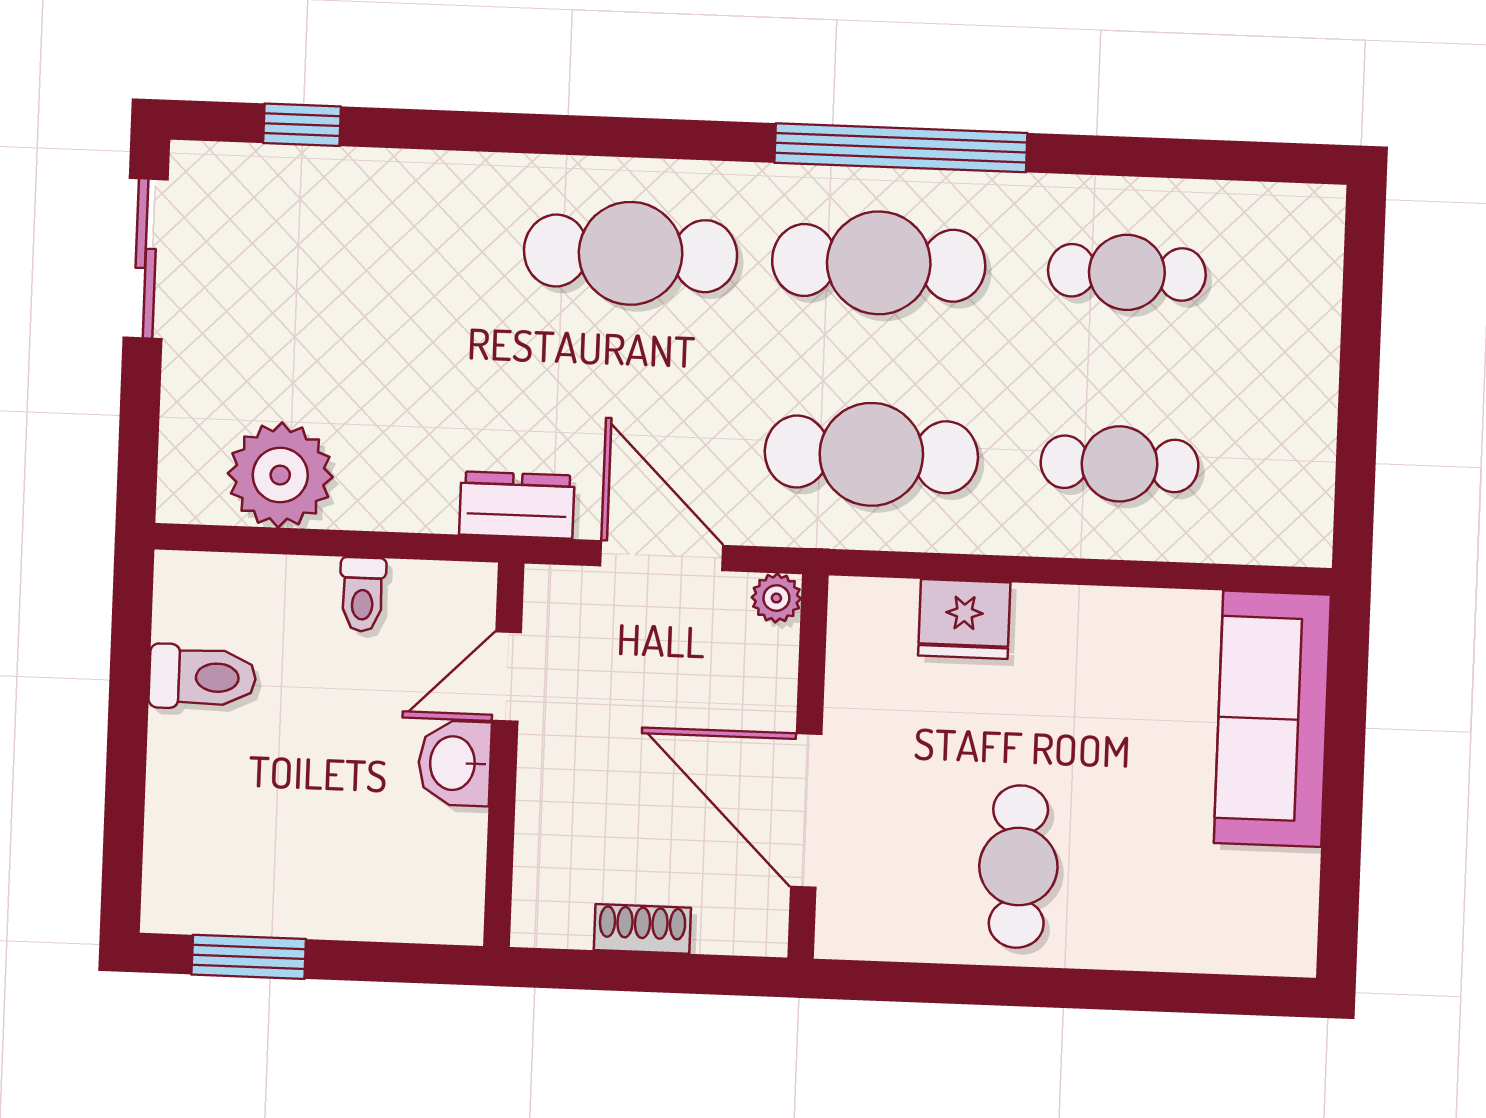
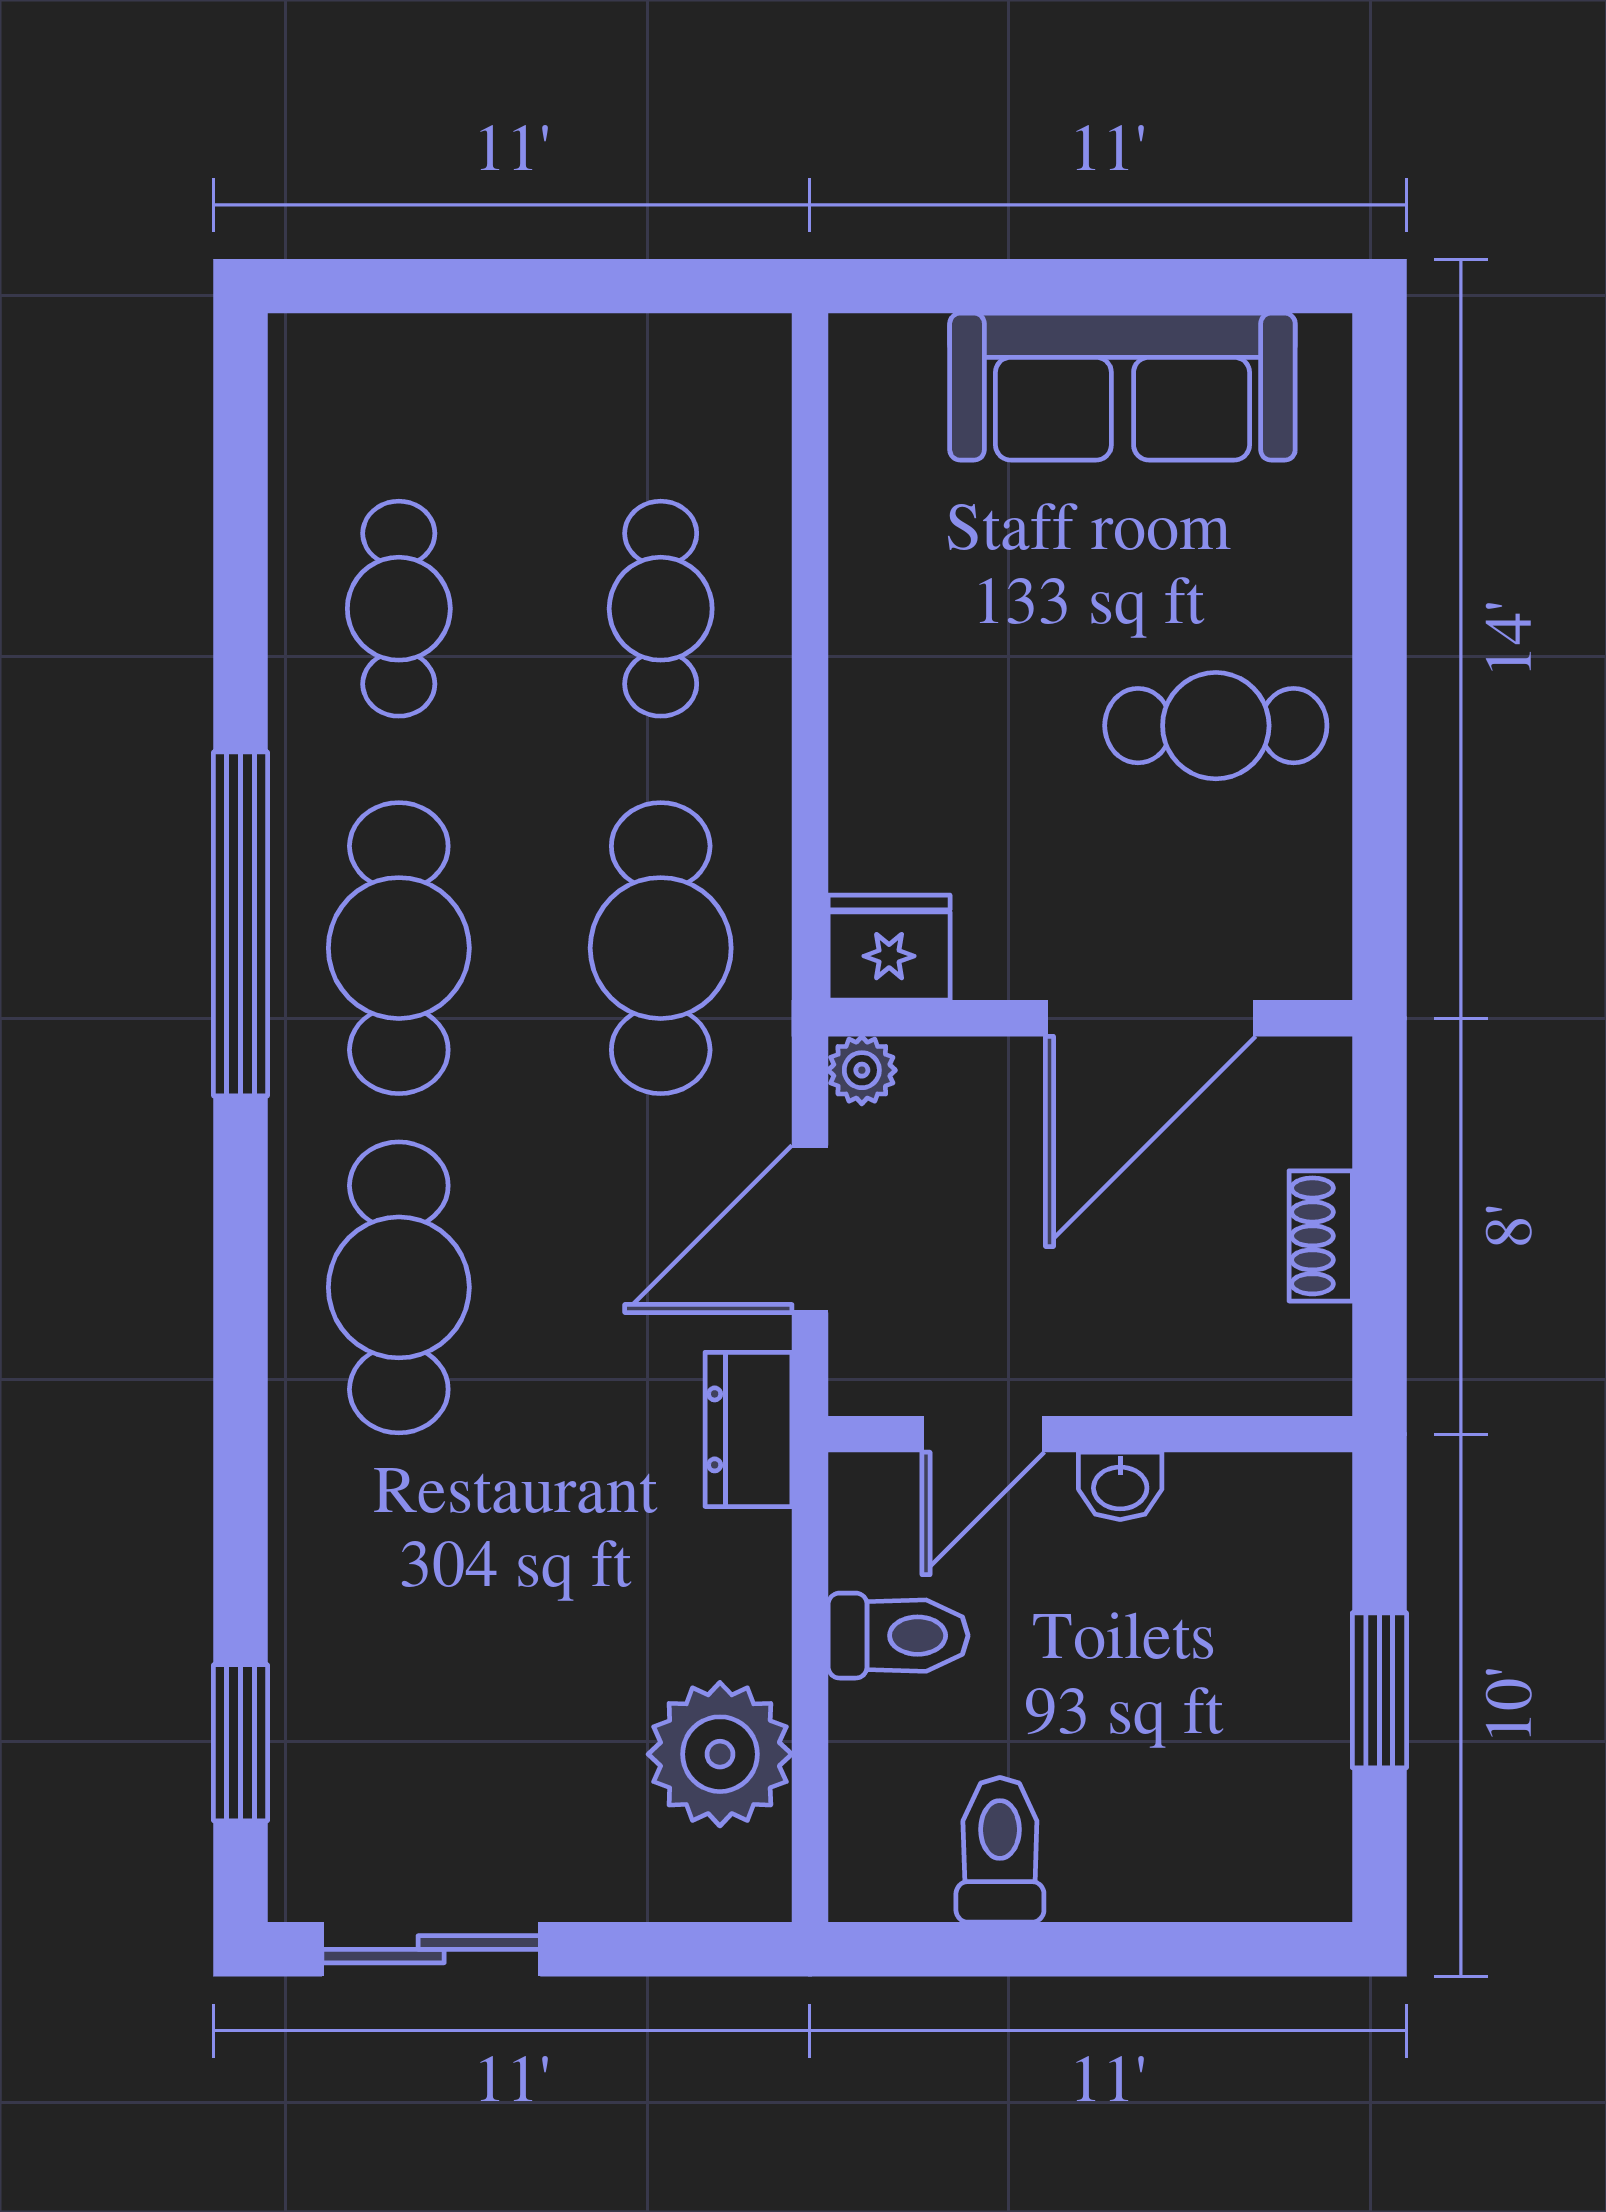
window: (302, 125) -> (240, 1743), width x1.50
toilet: (362, 594) -> (898, 1636), width x1.37, depth x1.39
fridge: (964, 619) -> (889, 948), moved, turned -90
door: (507, 677) -> (983, 1434), hinge flipped
sofa: (1272, 719) -> (1122, 387), moved
washbasin: (455, 763) -> (1120, 1486), width x0.72, depth x0.69
window: (249, 957) -> (1379, 1690), moved

